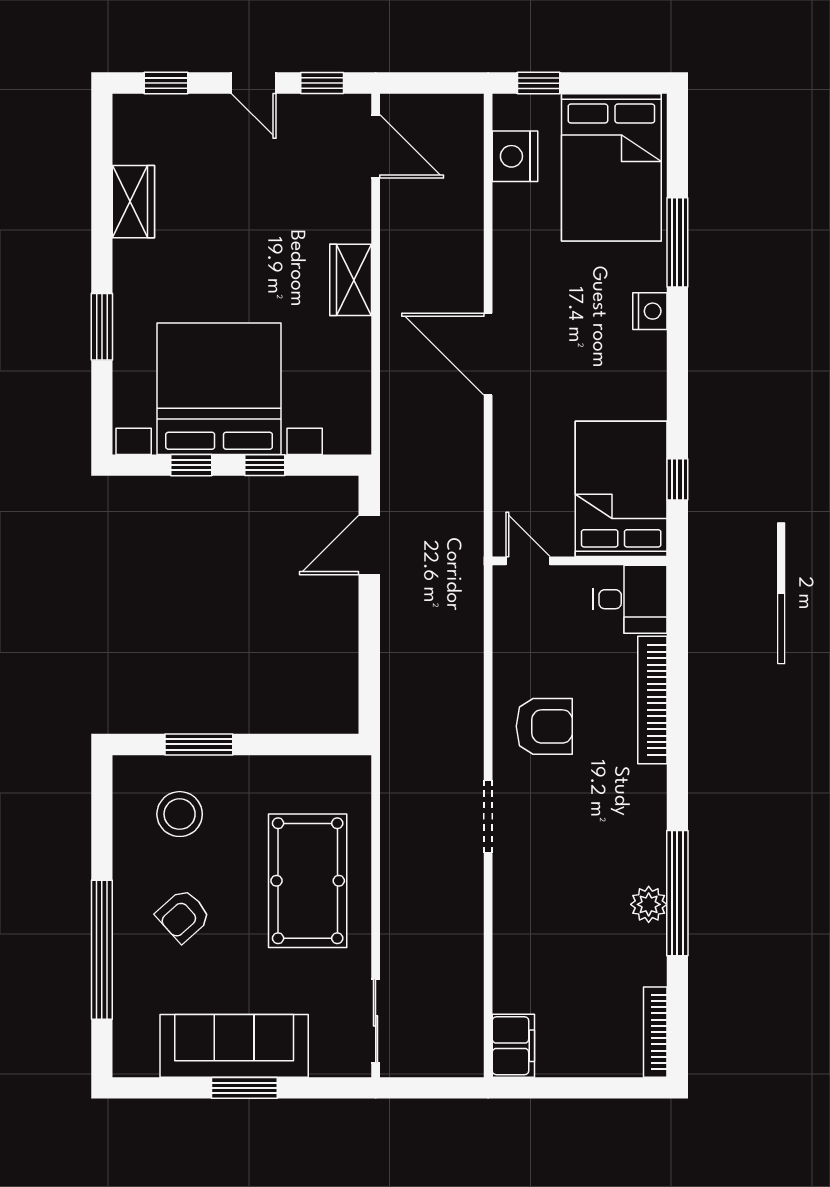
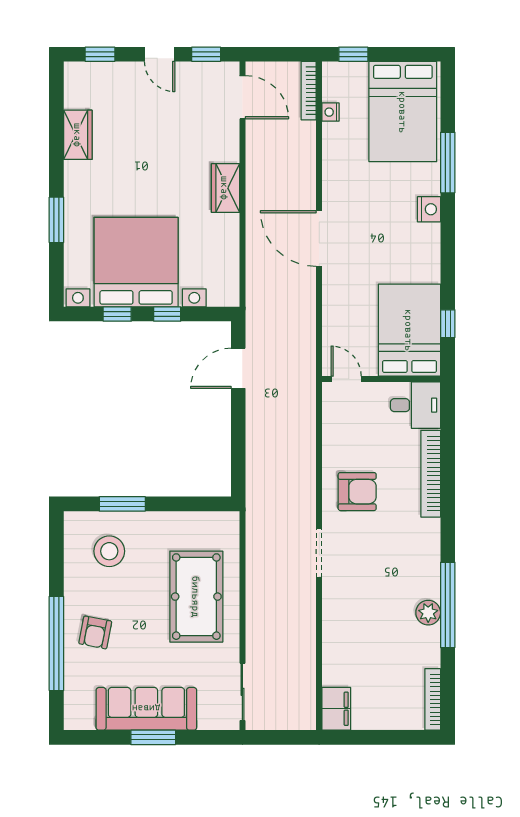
bookcase: (473, 137) -> (309, 91), added
nightstand: (515, 156) -> (331, 112), width x0.53, depth x0.56
armchair: (183, 916) -> (95, 632), moved, turned -37

